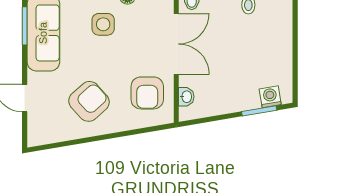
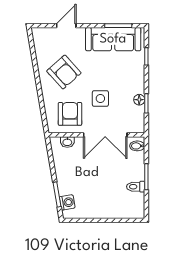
side table: (103, 24) -> (100, 99), moved
armchair: (147, 93) -> (70, 114), turned 90

